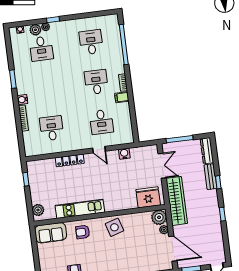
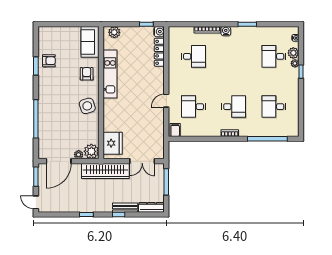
desk: (91, 42) -> (274, 107), turned 180
filing cabinet: (122, 97) -> (175, 130), moved
water cooler: (124, 154) -> (159, 32), moved
locker: (70, 160) -> (159, 52), moved

